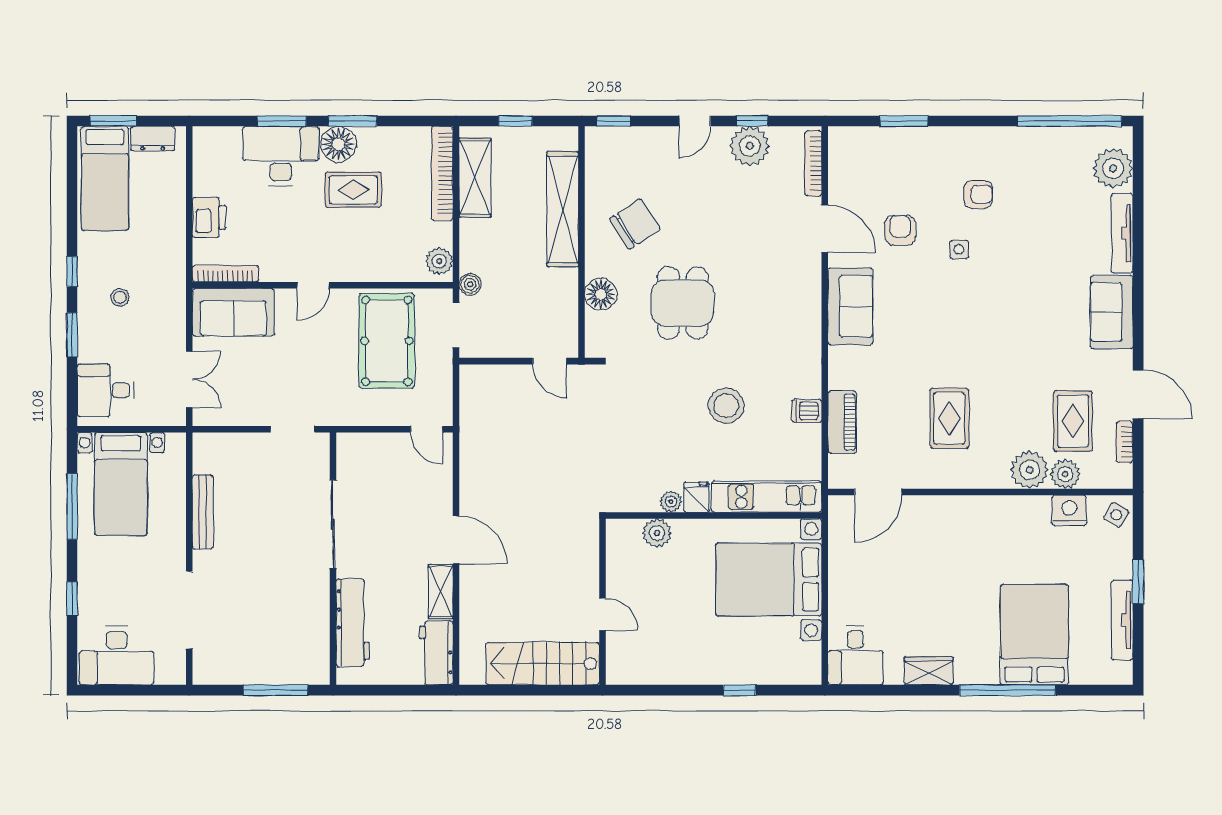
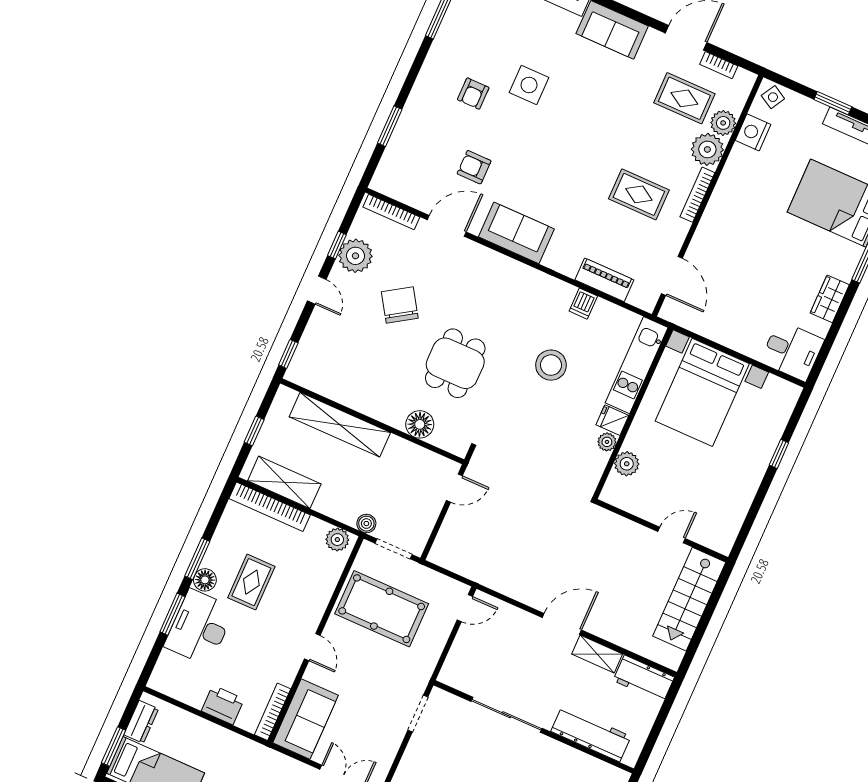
floor lamp: (339, 144) -> (205, 580), width x0.73, depth x0.73
armchair: (978, 194) -> (473, 94), turned 180
chair: (635, 224) -> (400, 305), moved
side table: (959, 249) -> (529, 85), moved, width x1.87, depth x1.87
dining table: (683, 303) -> (455, 363), turned 90
bookcase: (977, 481) -> (697, 195), added

